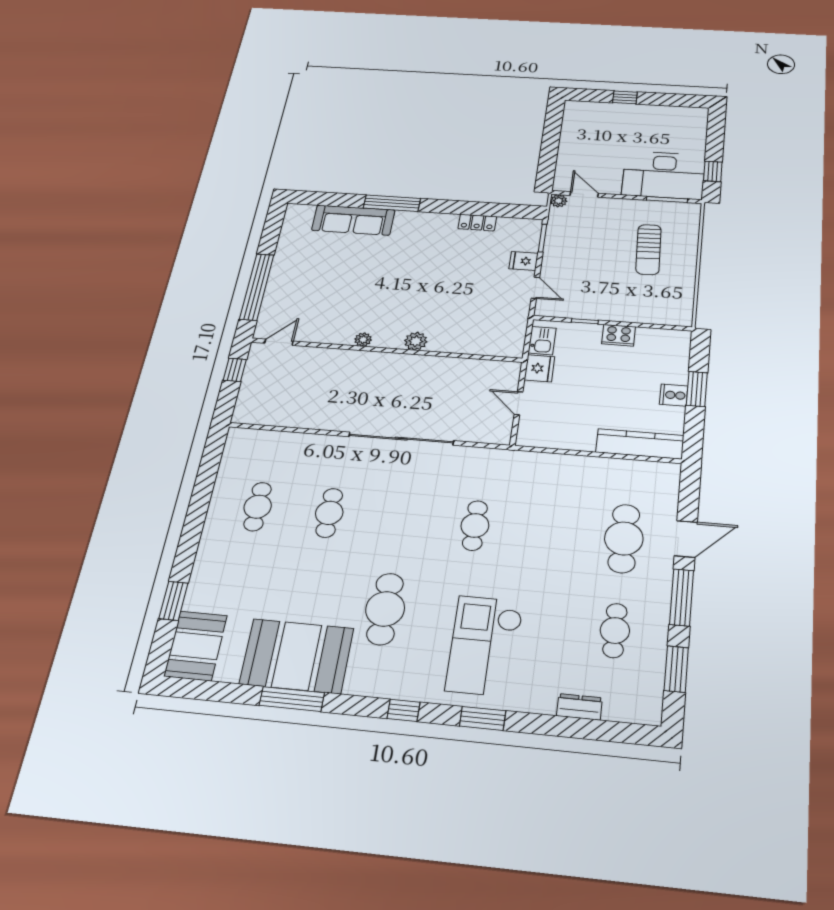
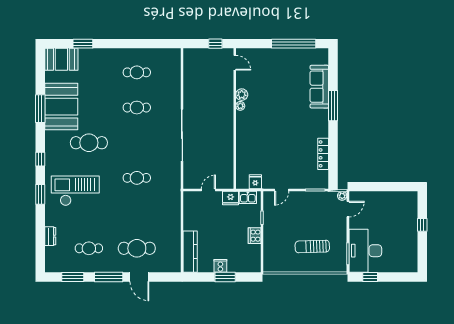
locker: (477, 223) -> (323, 154), width x1.53
fridge: (524, 261) -> (255, 182), moved
window: (257, 287) -> (294, 44), moved
plant: (416, 341) -> (242, 95), moved

